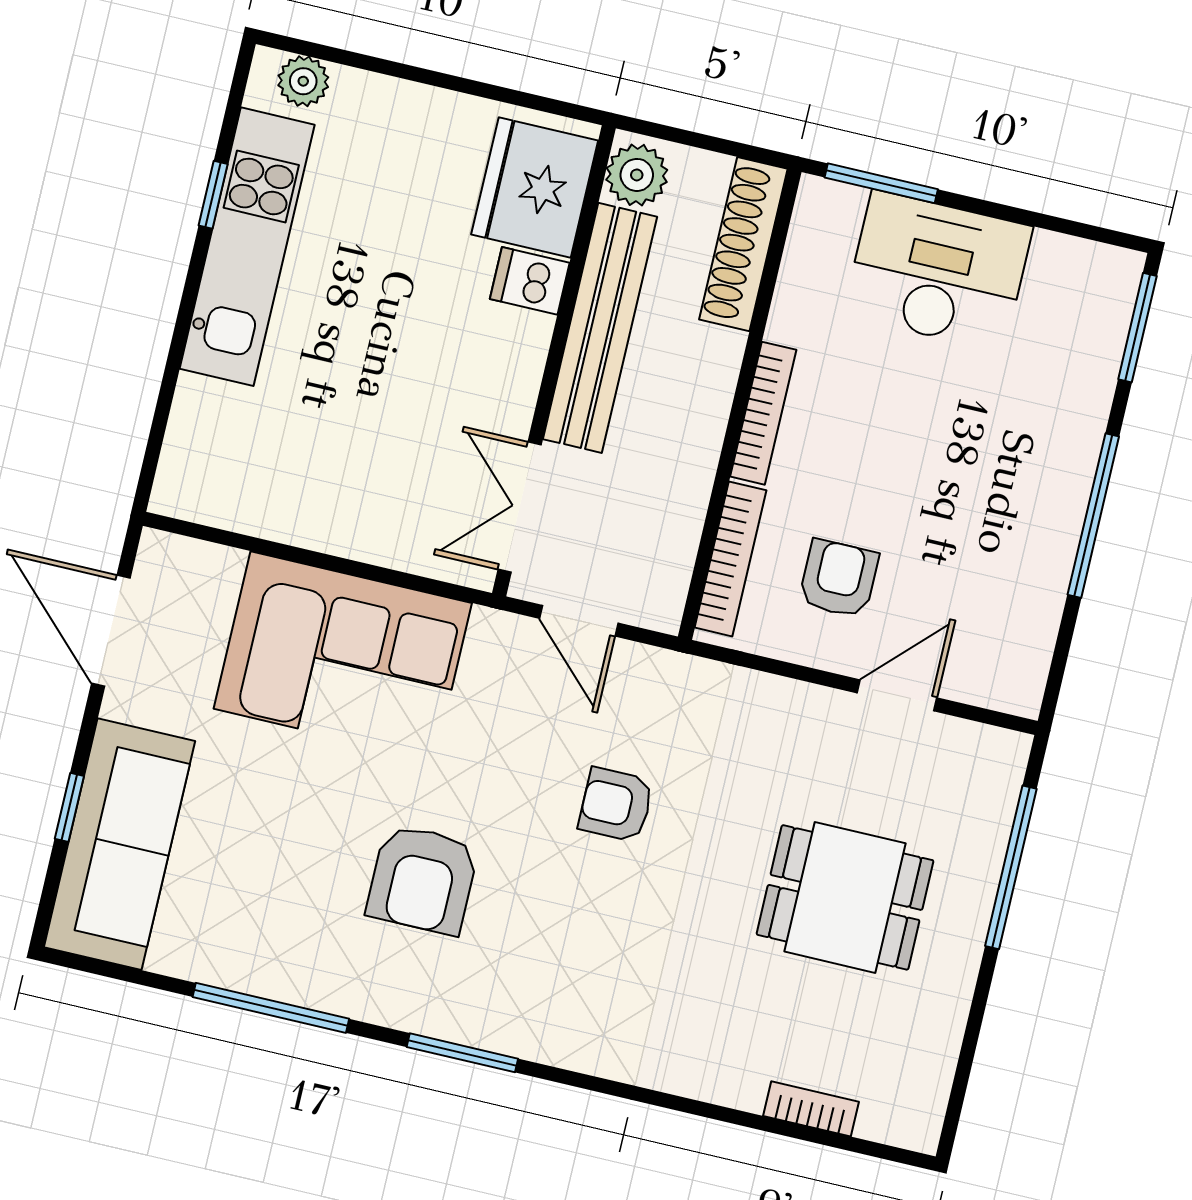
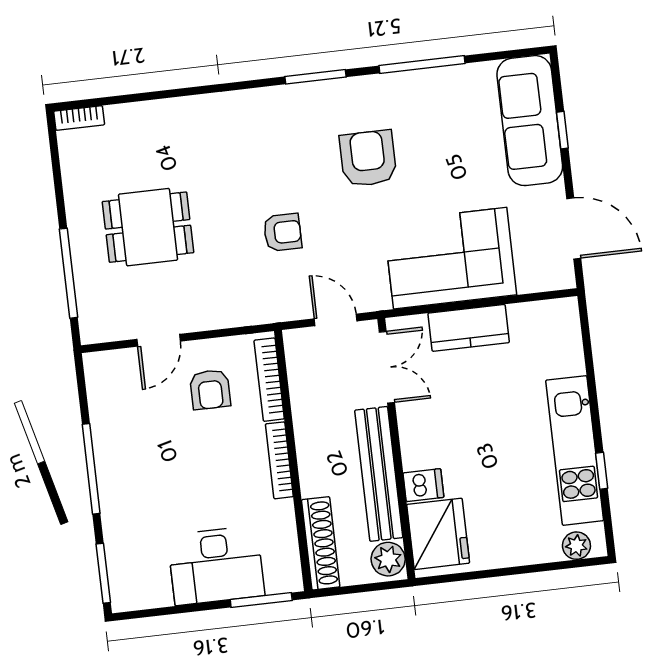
kitchen counter: (354, 524) -> (469, 328), added
bookcase: (811, 1109) -> (79, 118), moved

